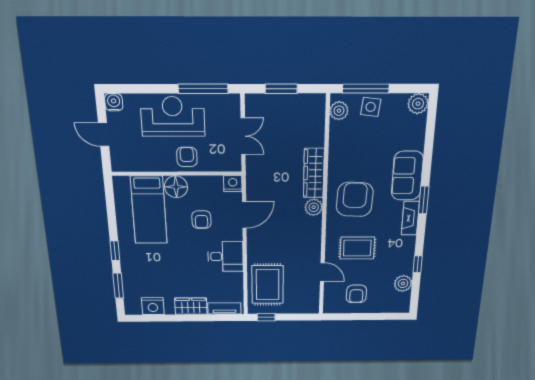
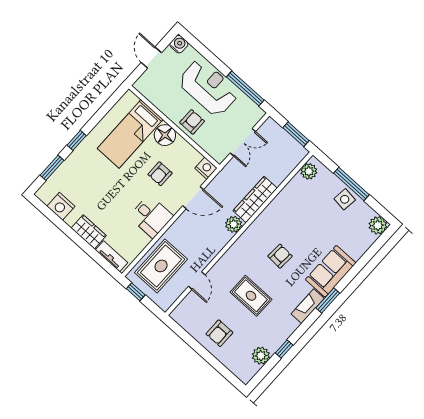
plant: (339, 111) -> (309, 171), moved
wardrobe: (314, 173) -> (255, 199), moved
armchair: (355, 199) -> (280, 256), width x0.53, depth x0.53
plant: (314, 207) -> (234, 224), moved
wall: (324, 211) -> (239, 234), moved
door: (322, 272) -> (197, 281), moved

